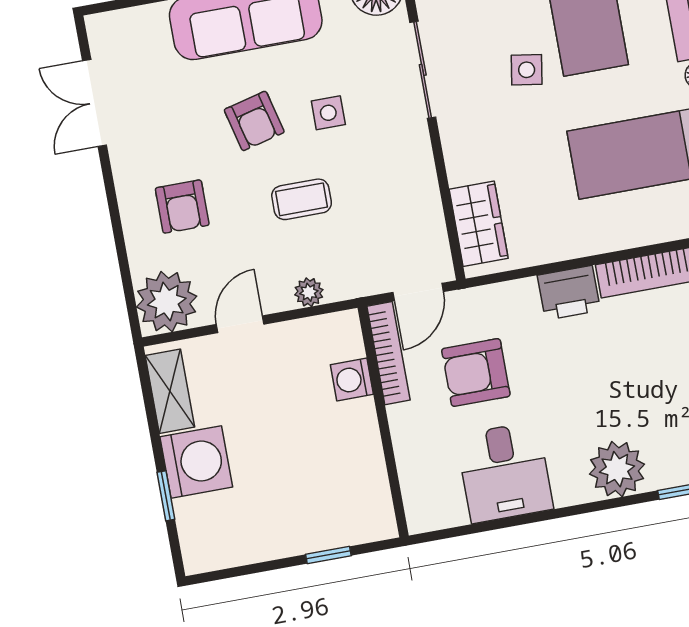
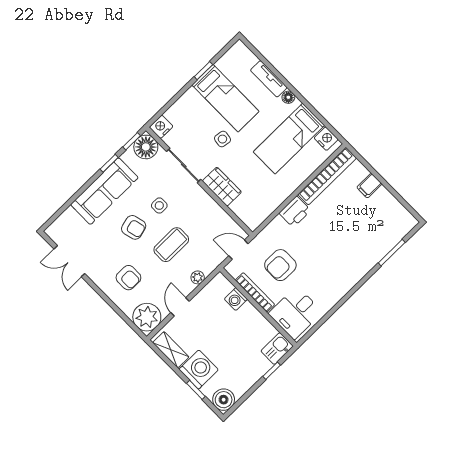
coffee table: (302, 199) -> (171, 245), width x1.36, depth x1.30
wardrobe: (479, 224) -> (222, 187), moved
door: (418, 292) -> (238, 250), swing flipped
bookcase: (389, 353) -> (255, 292), moved
plant: (617, 469) -> (358, 265), removed
desk: (505, 472) -> (296, 313), moved, turned 90
kitchen sink: (366, 521) -> (277, 349), added
boiler: (204, 548) -> (224, 400), added

